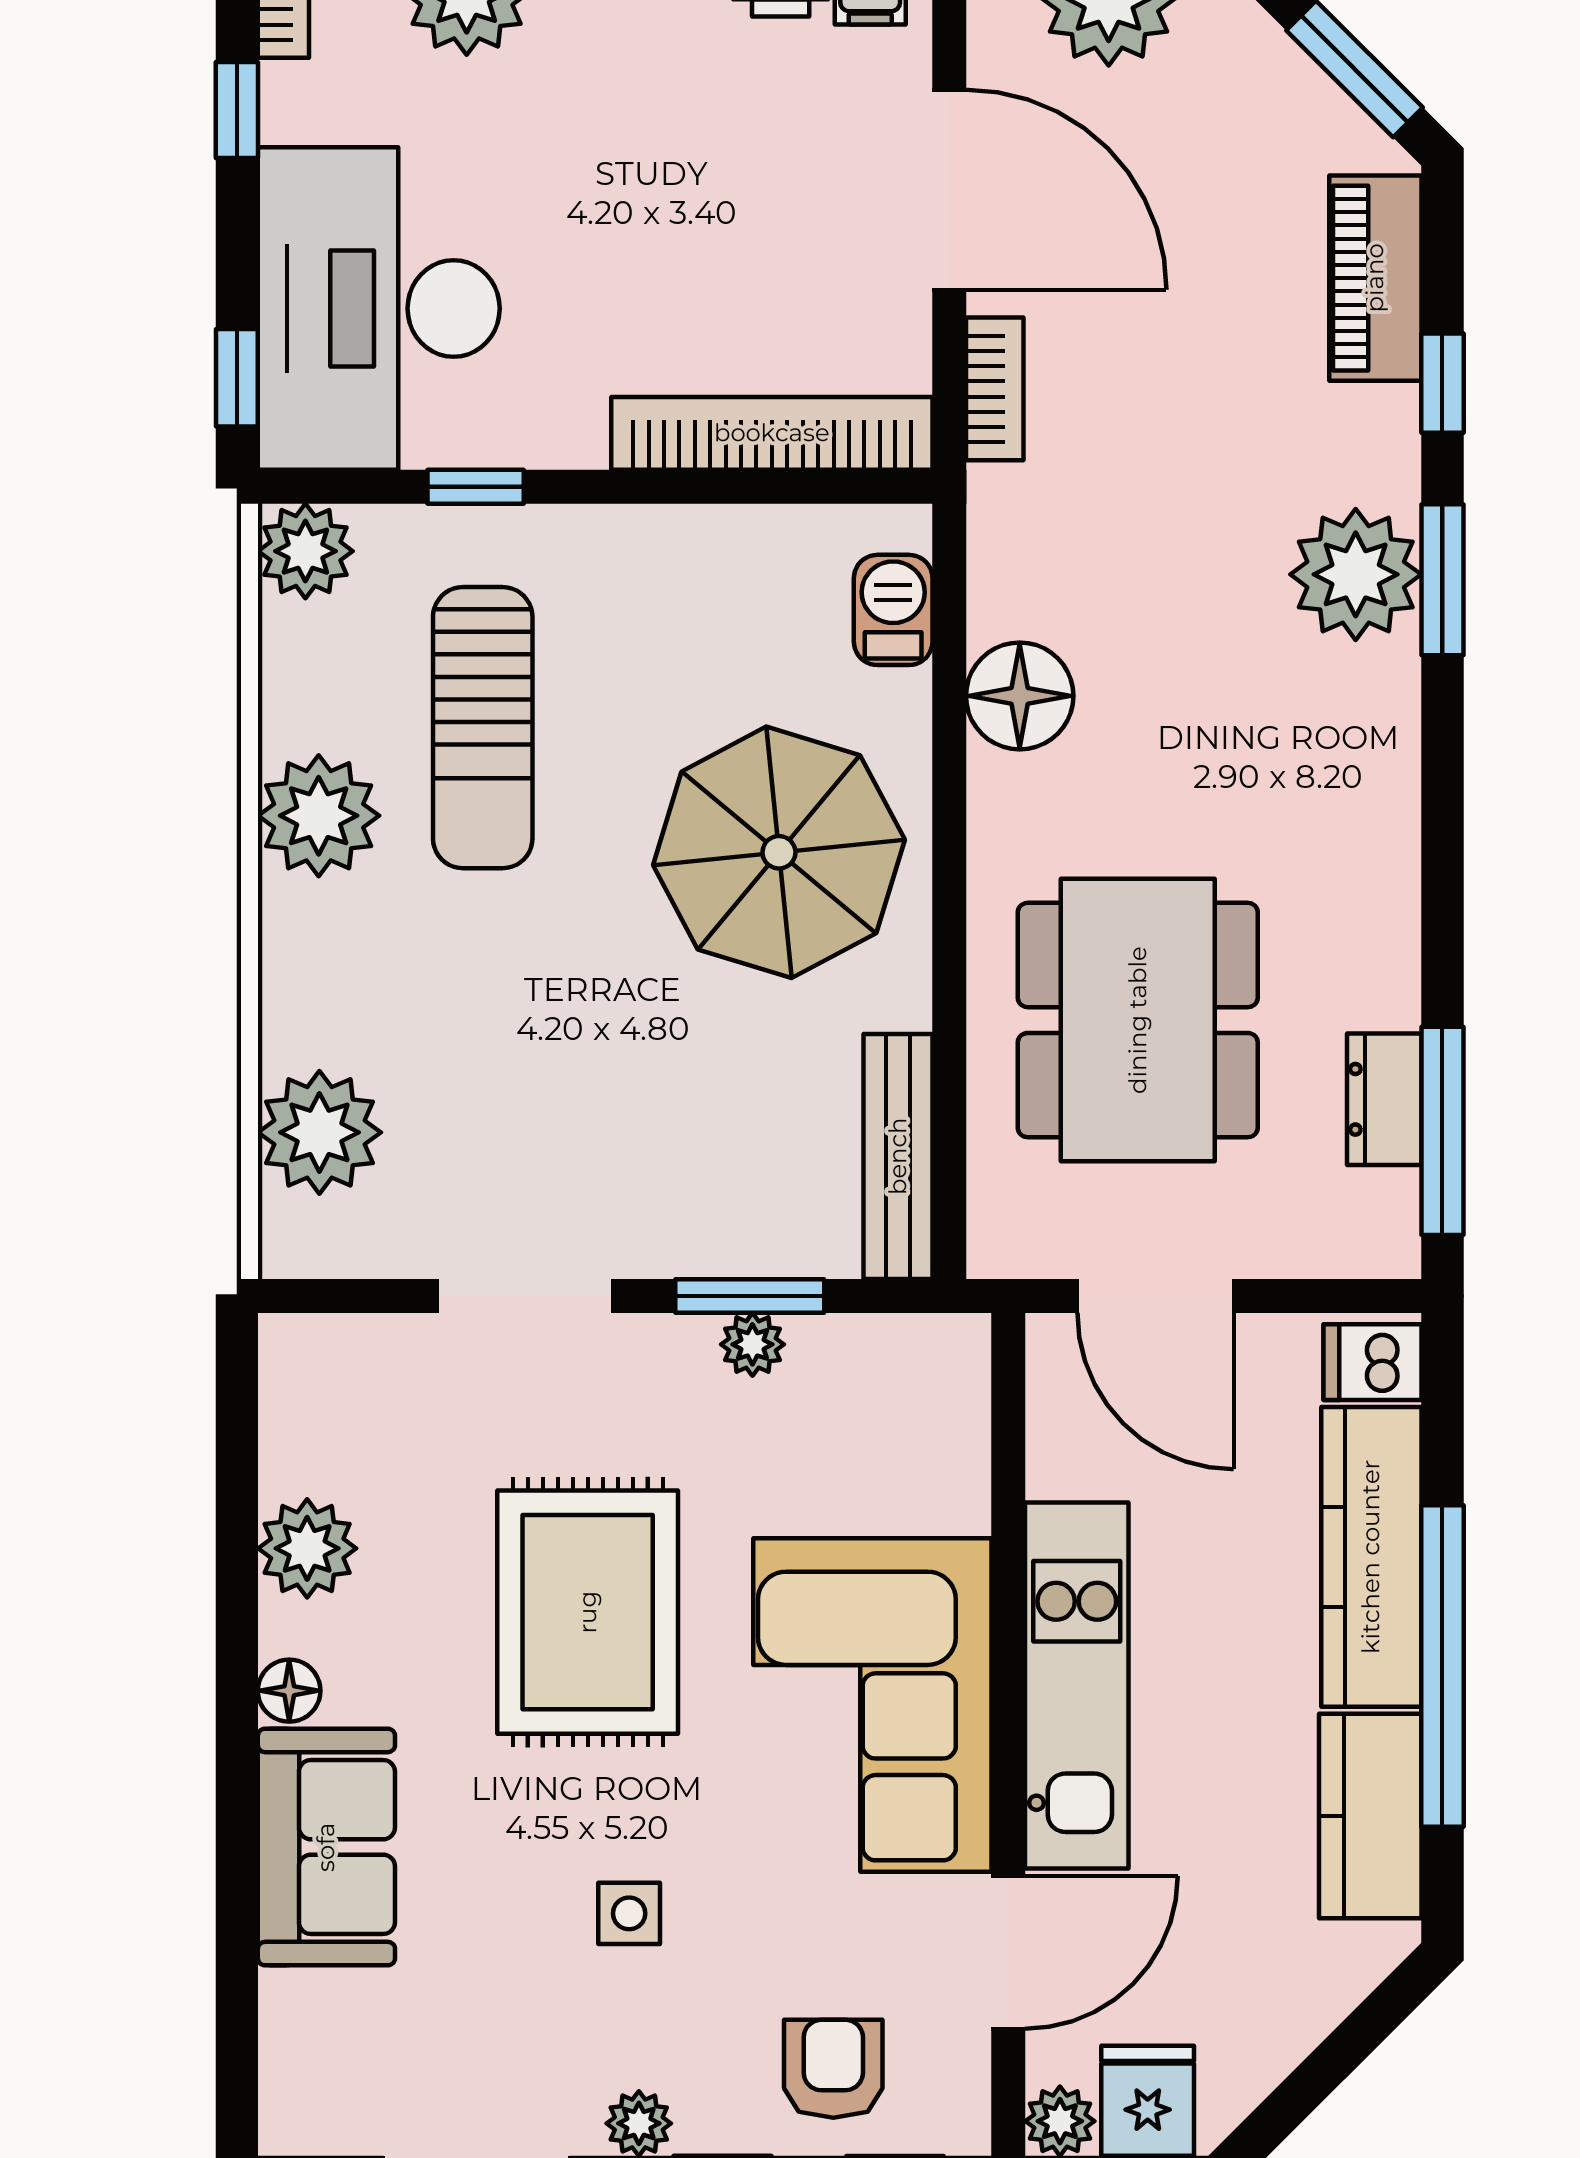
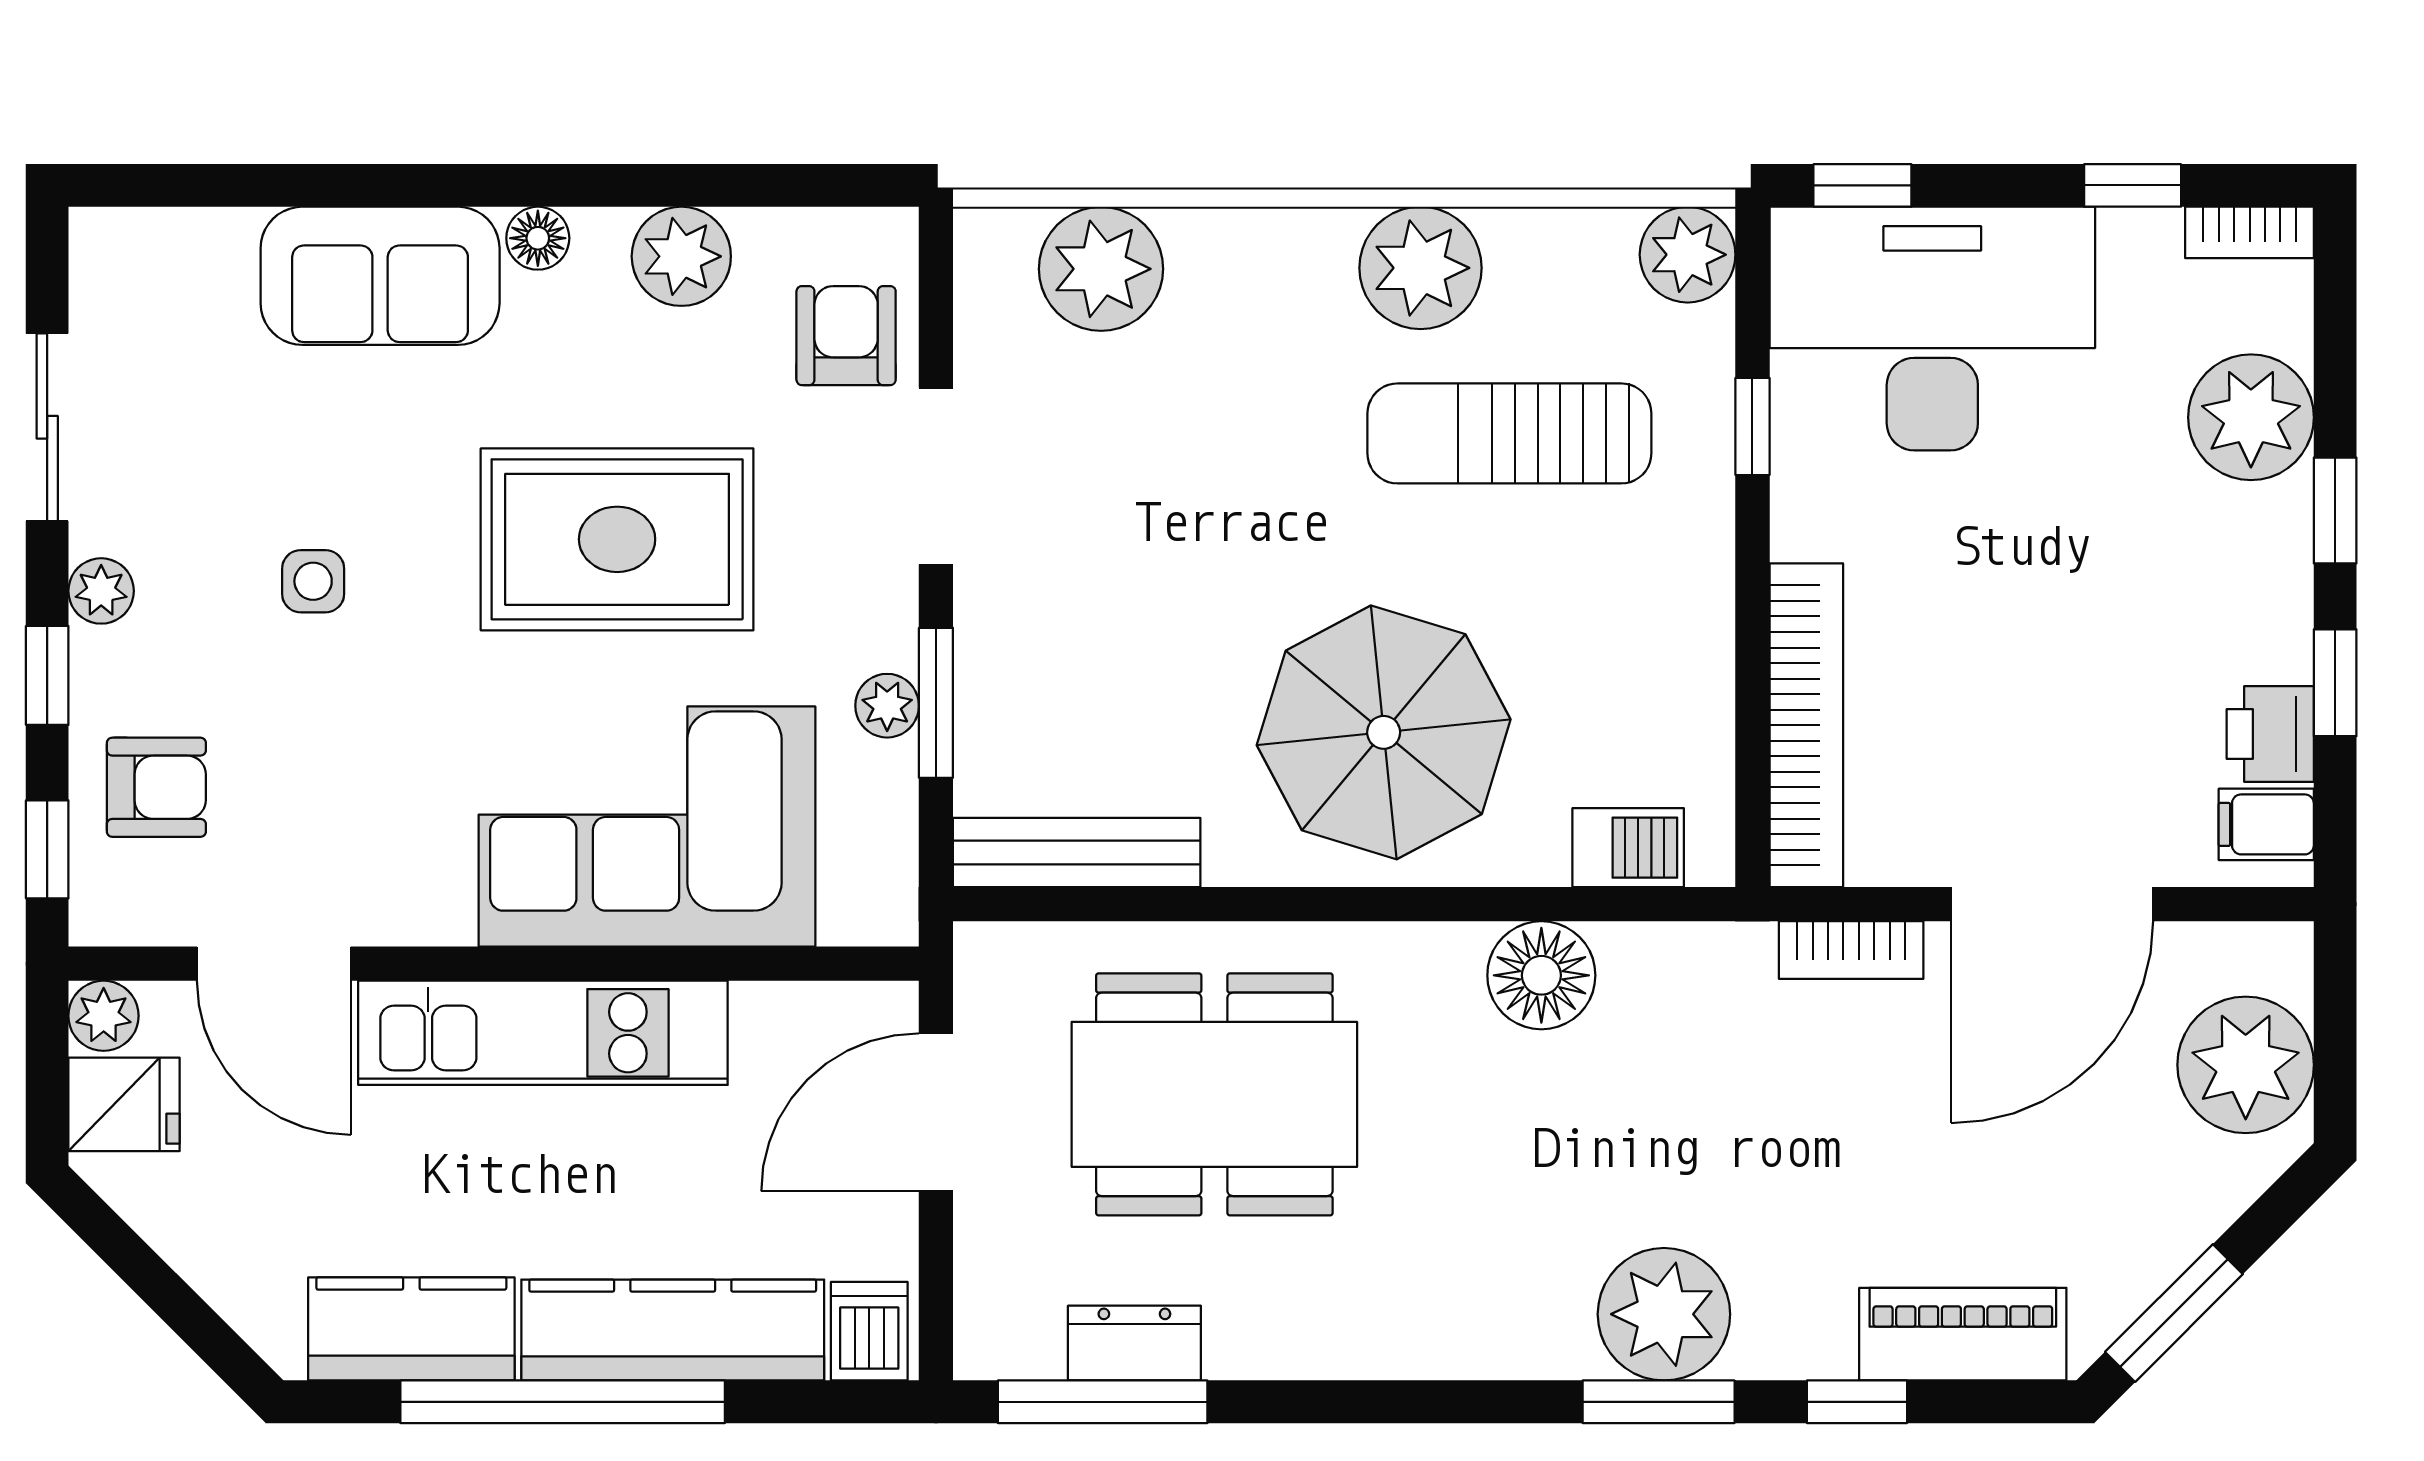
armchair: (386, 1385) -> (846, 336), added
corner sofa: (872, 1705) -> (647, 827), moved

